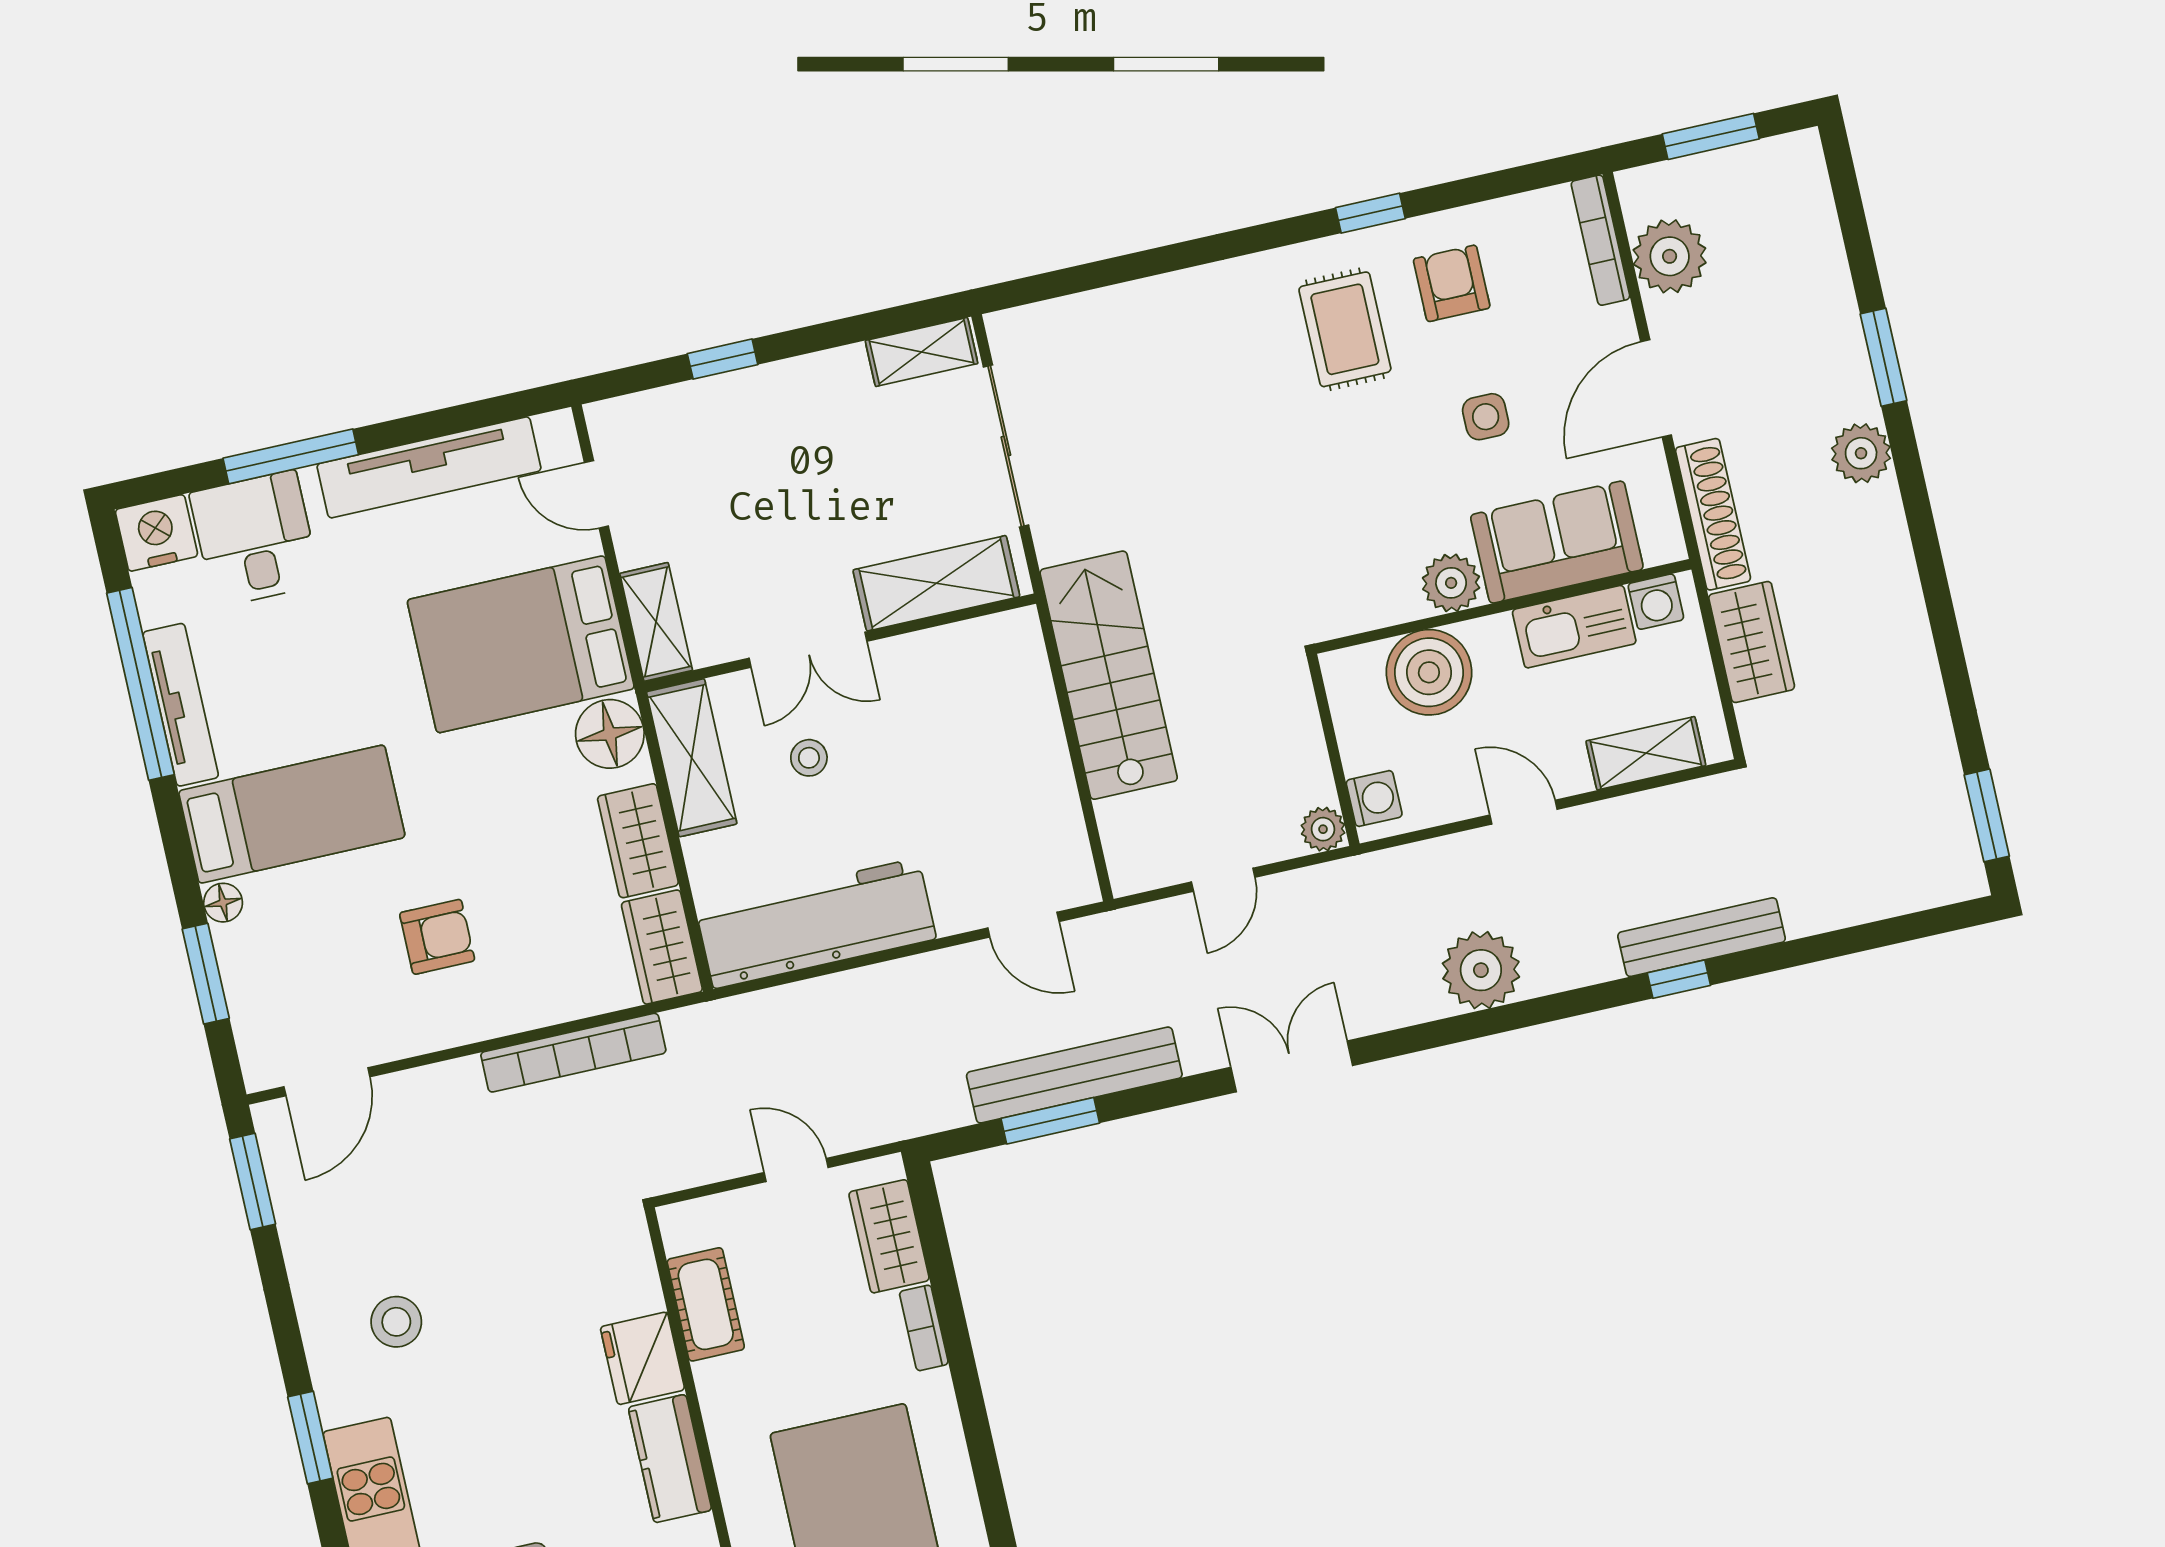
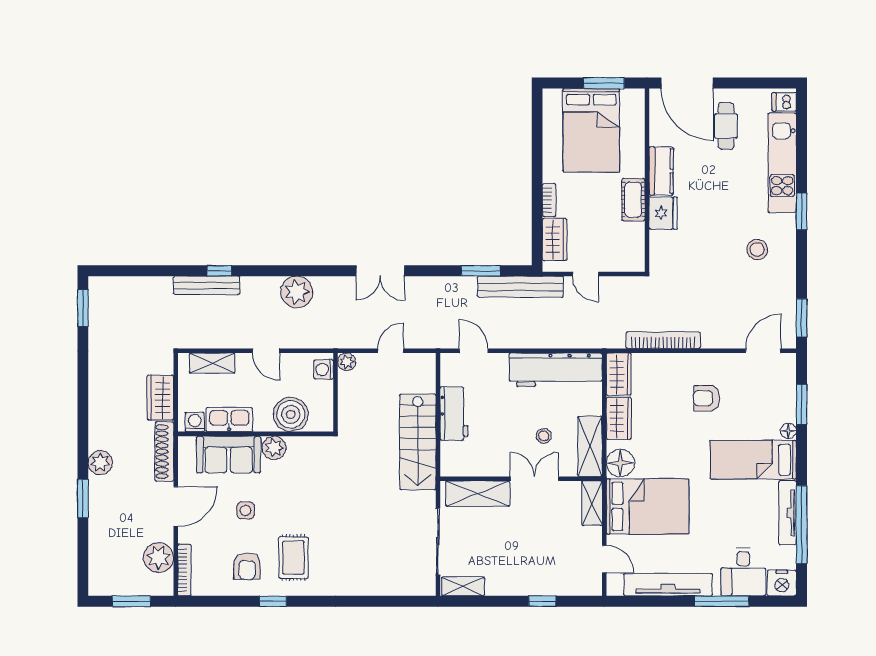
workbench: (1037, 763) -> (454, 414), added
bench: (1074, 1075) -> (520, 287), moved
cot: (706, 1304) -> (633, 200), moved

